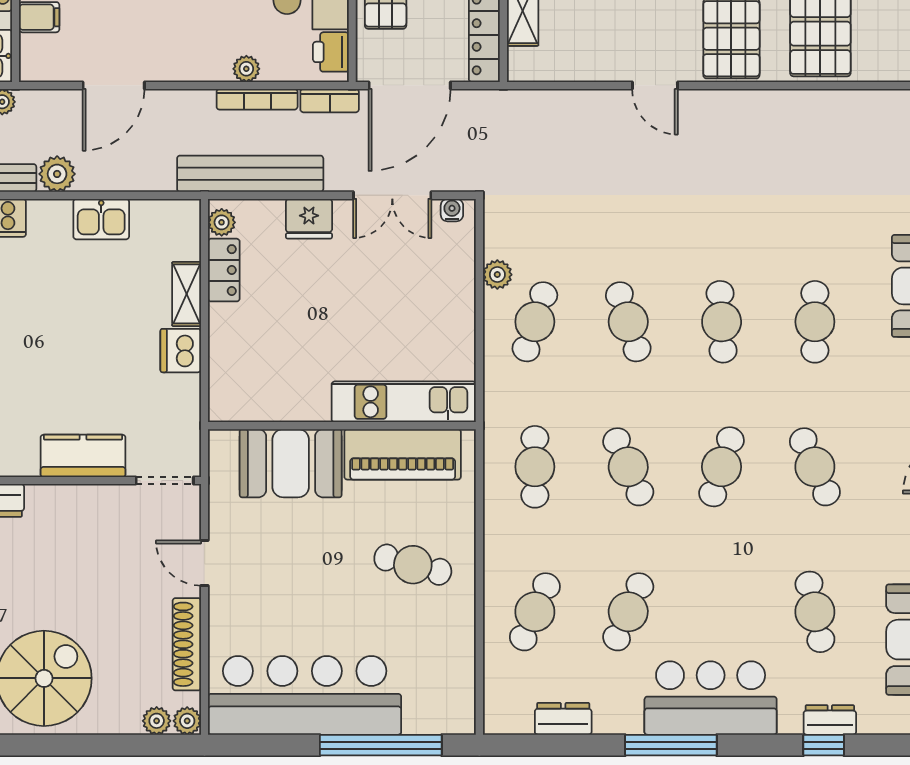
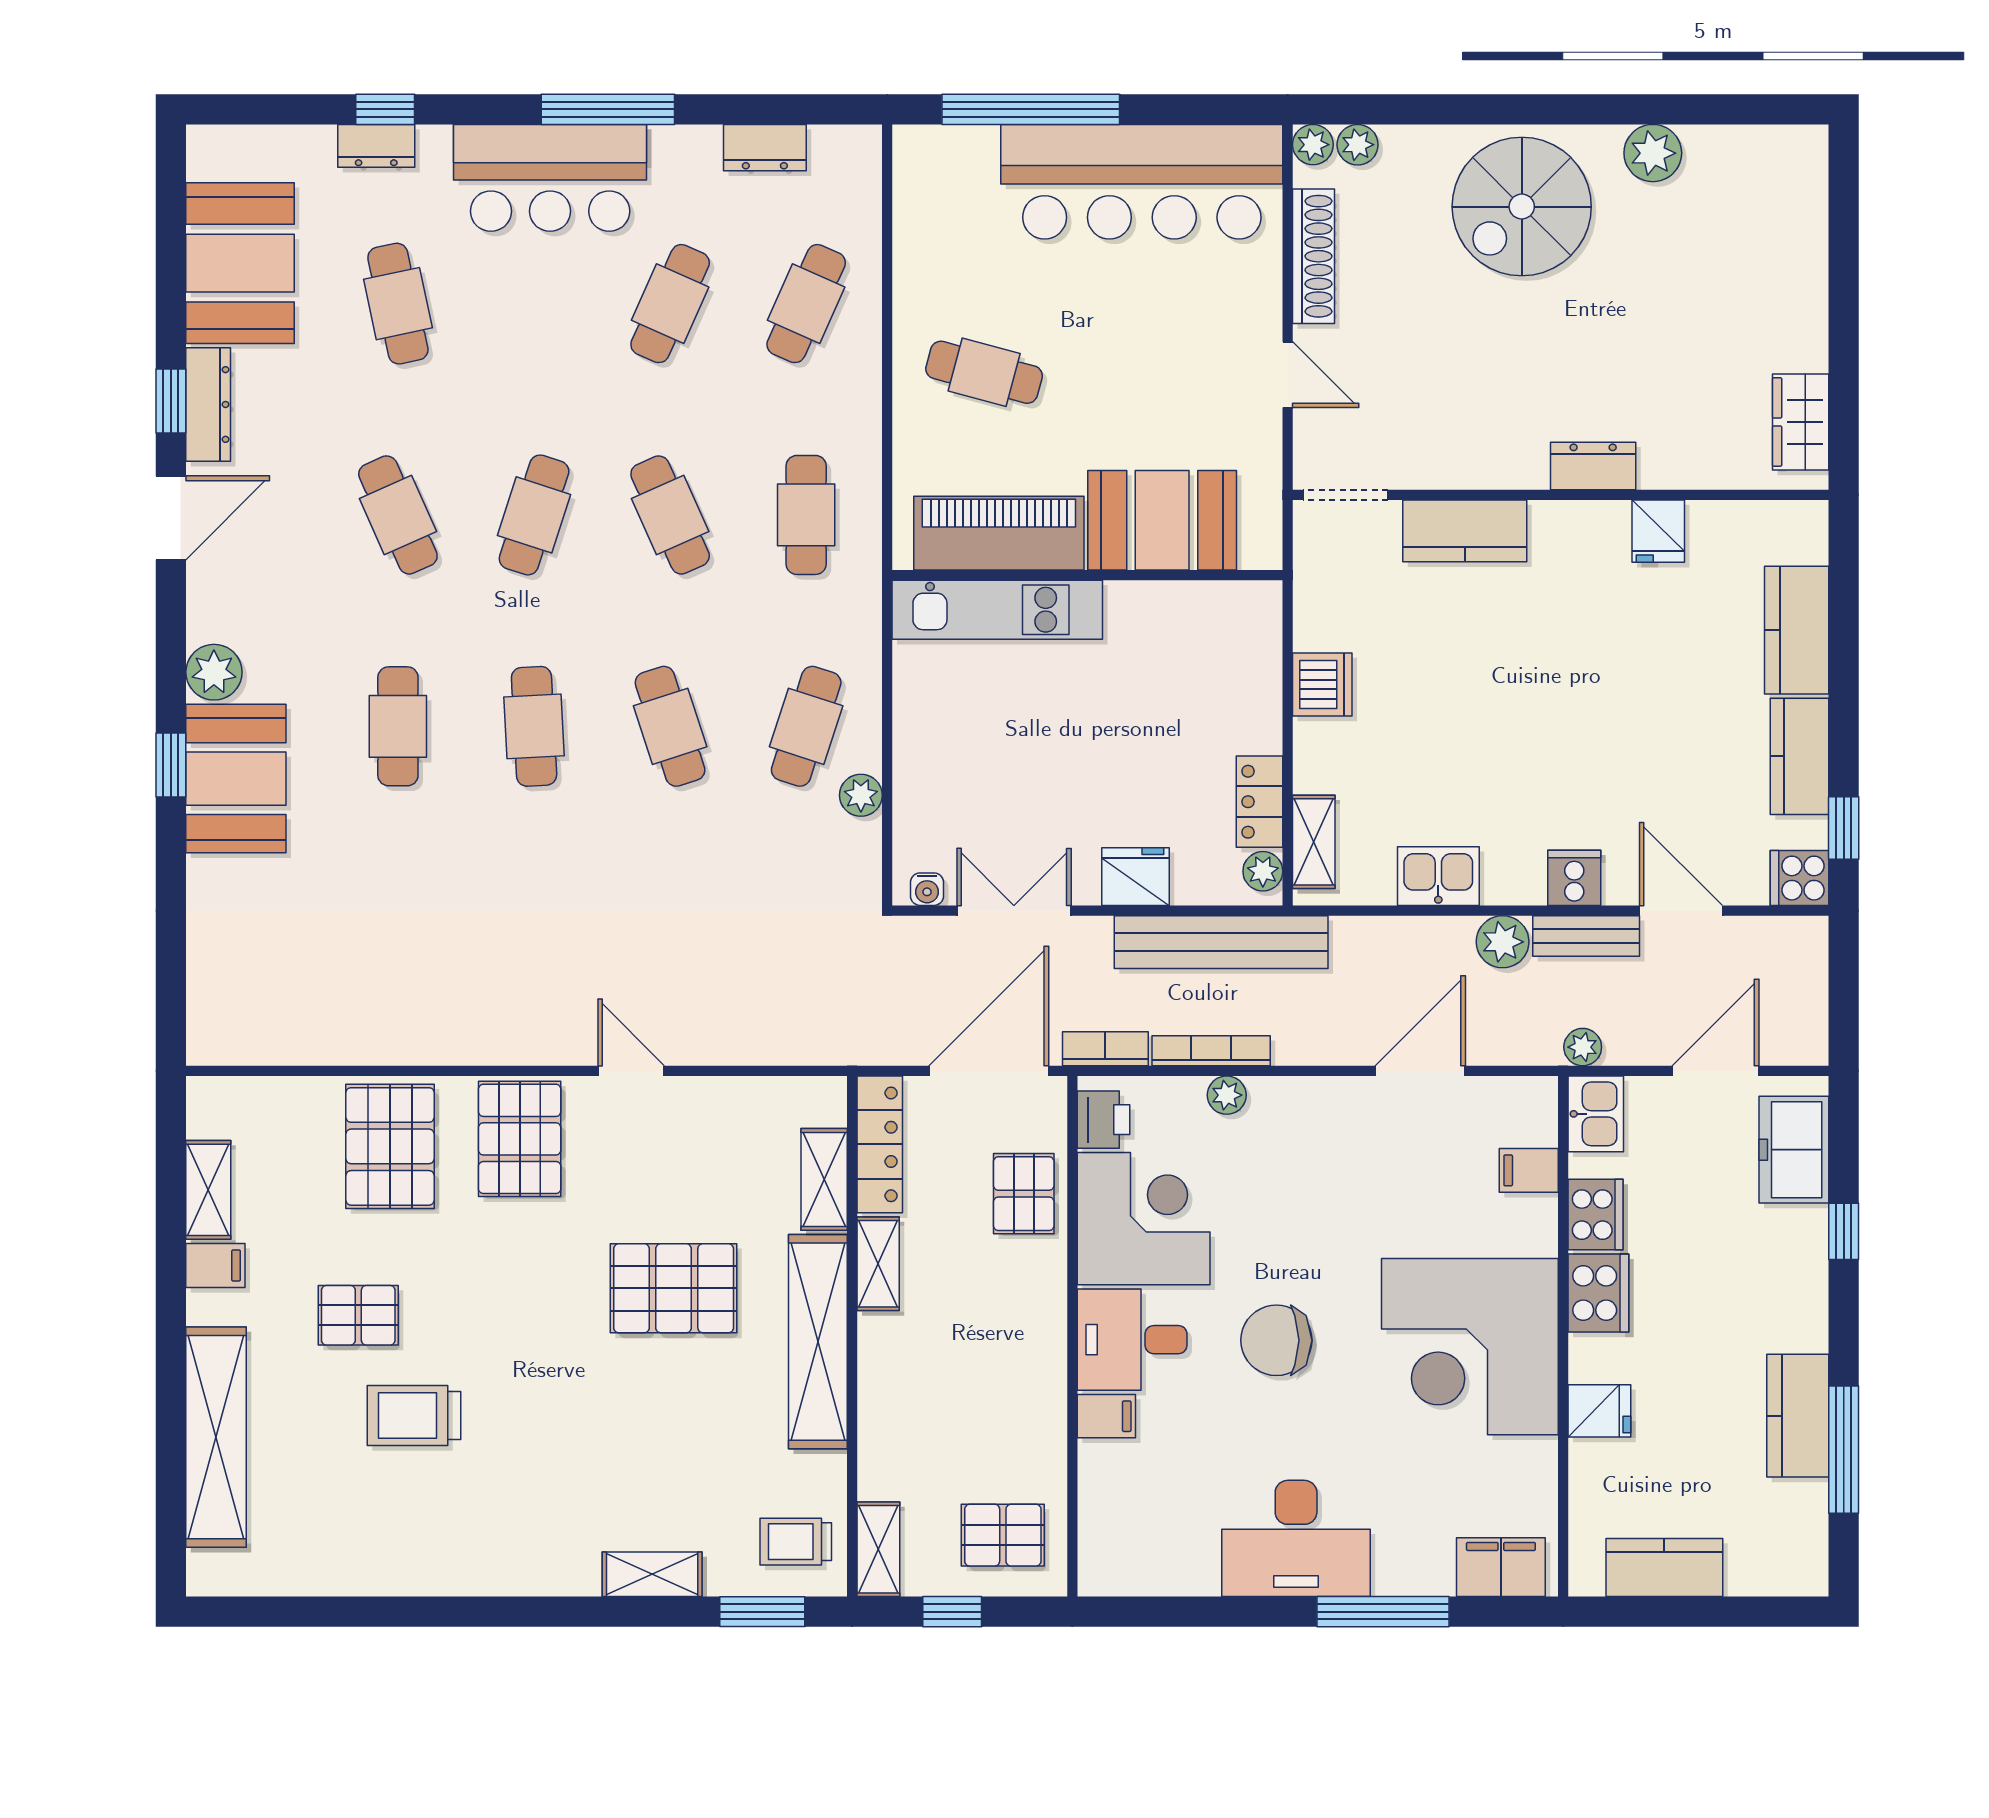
shelving: (187, 294) -> (1314, 842), moved

